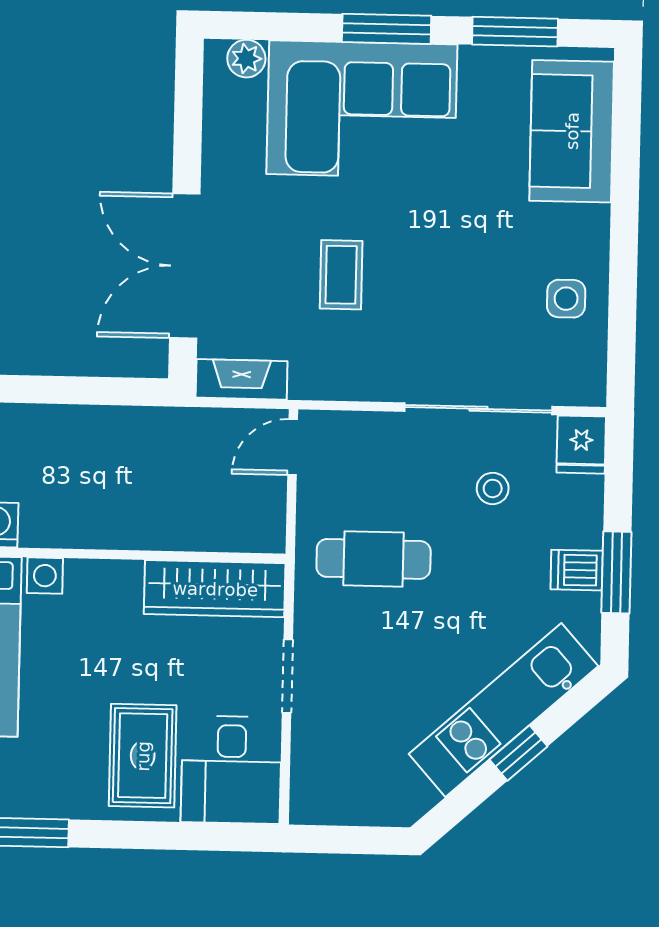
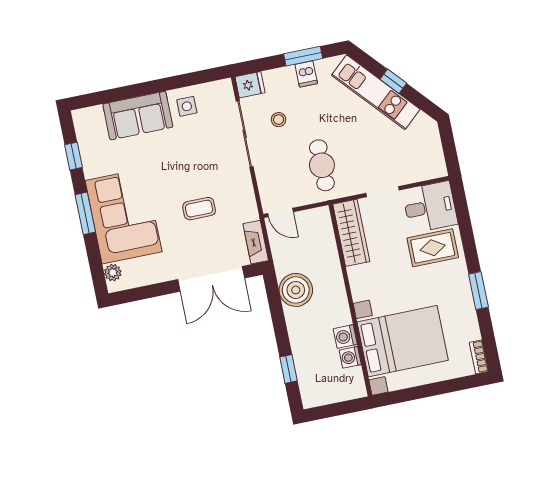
window: (515, 32) -> (74, 156), width x0.67
sofa: (572, 131) -> (138, 116), moved
boiler: (119, 442) -> (296, 290), added

